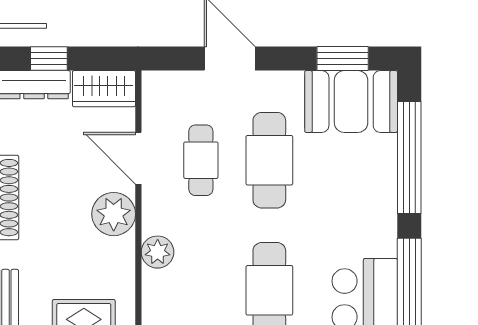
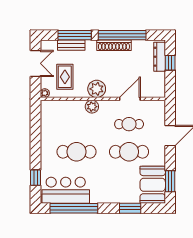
wardrobe: (104, 89) -> (158, 85), removed
window: (409, 157) -> (130, 208), width x0.47
plant: (114, 214) -> (97, 89), moved

